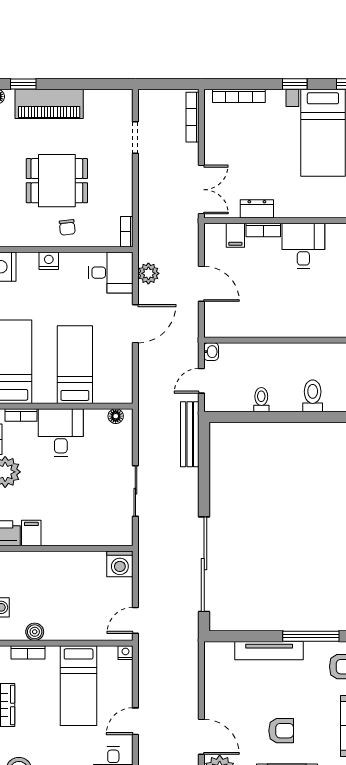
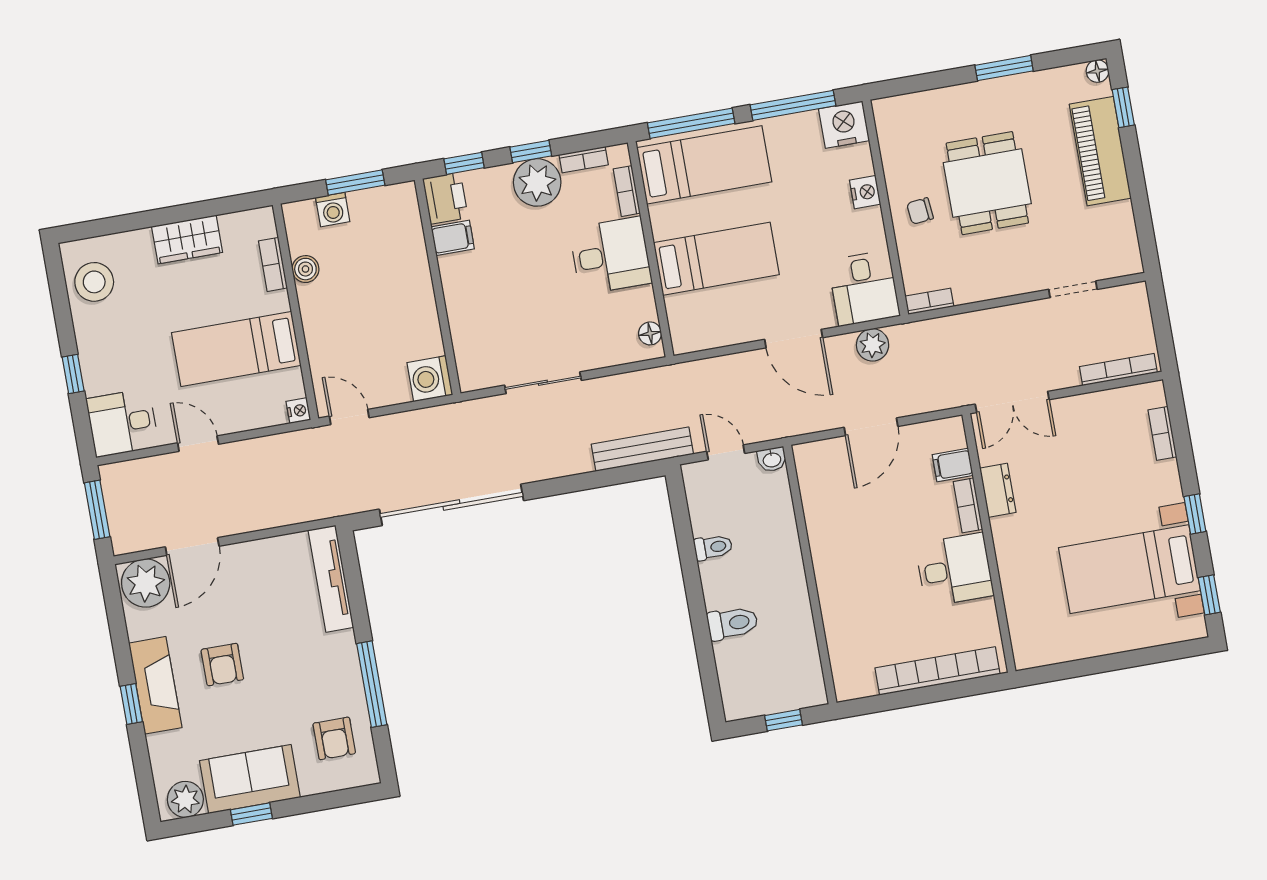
bookcase: (239, 96) -> (1162, 433), width x0.64
tv unit: (269, 651) -> (331, 579), moved

